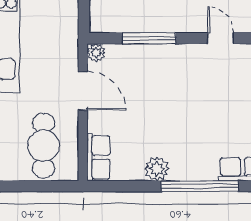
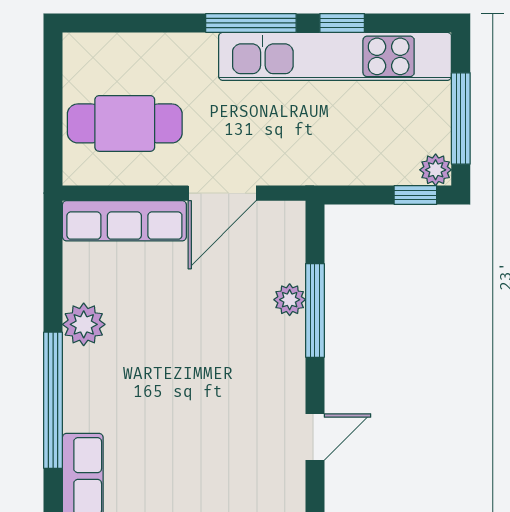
plant: (96, 53) -> (290, 300), moved
row of seats: (98, 157) -> (124, 221), width x1.48

